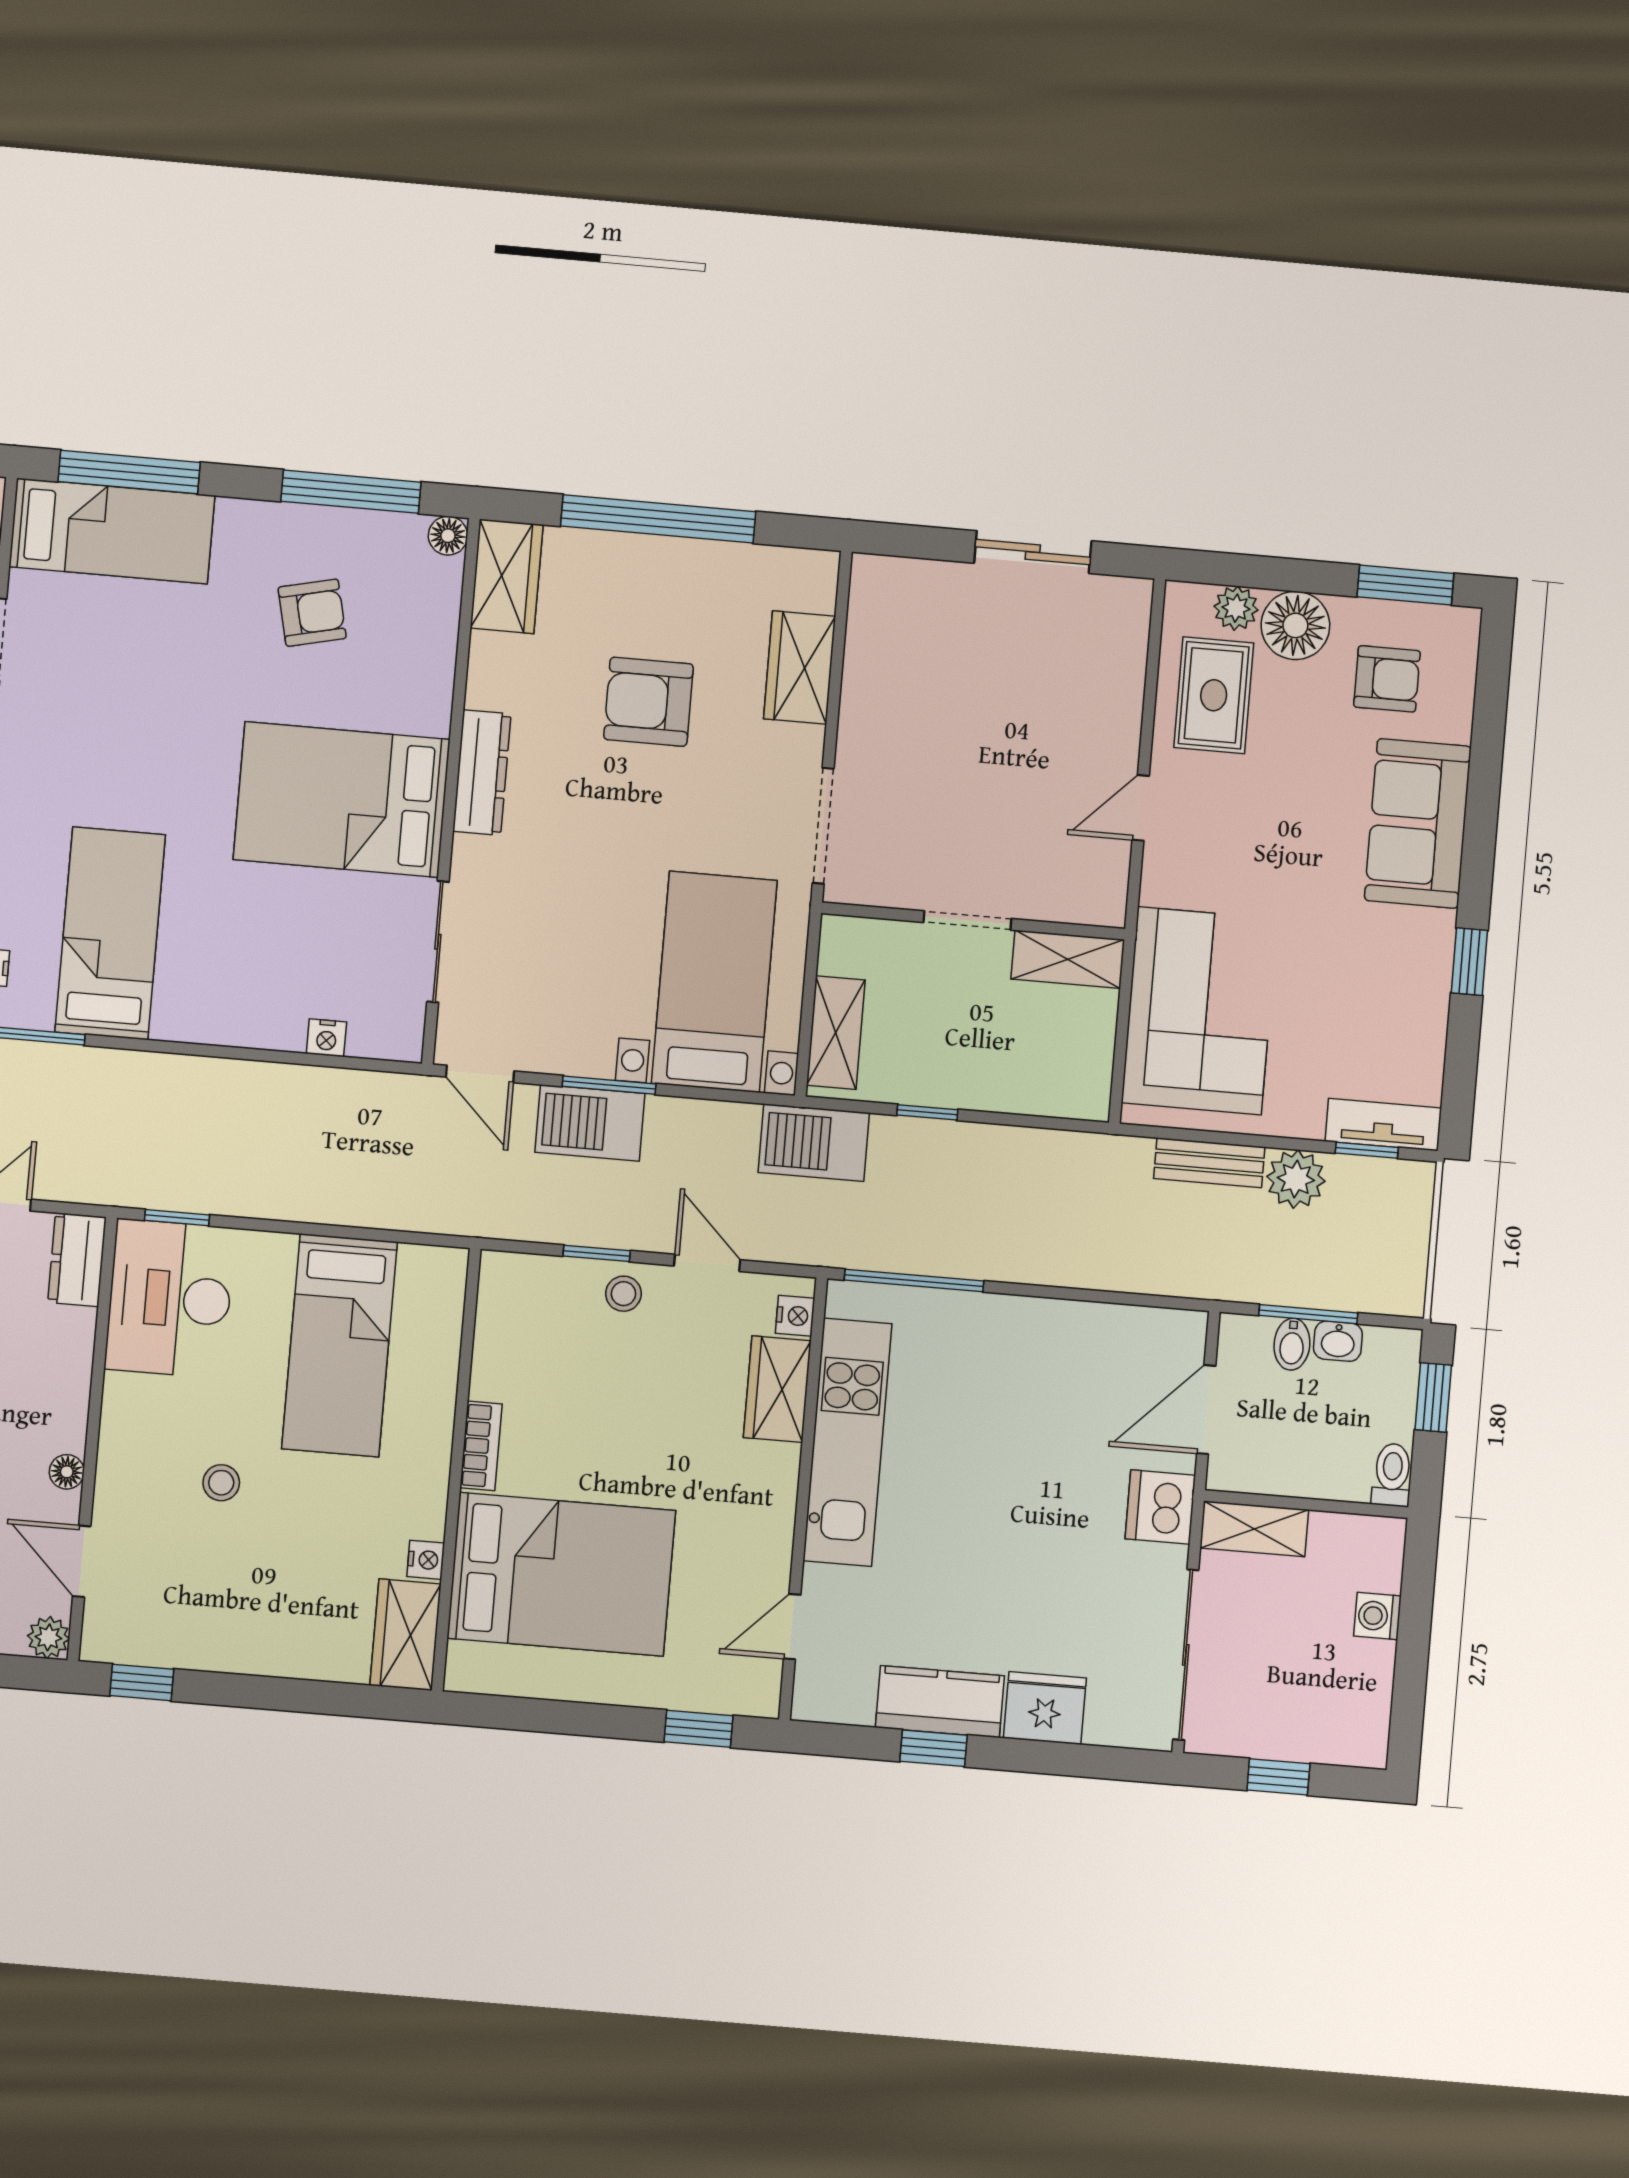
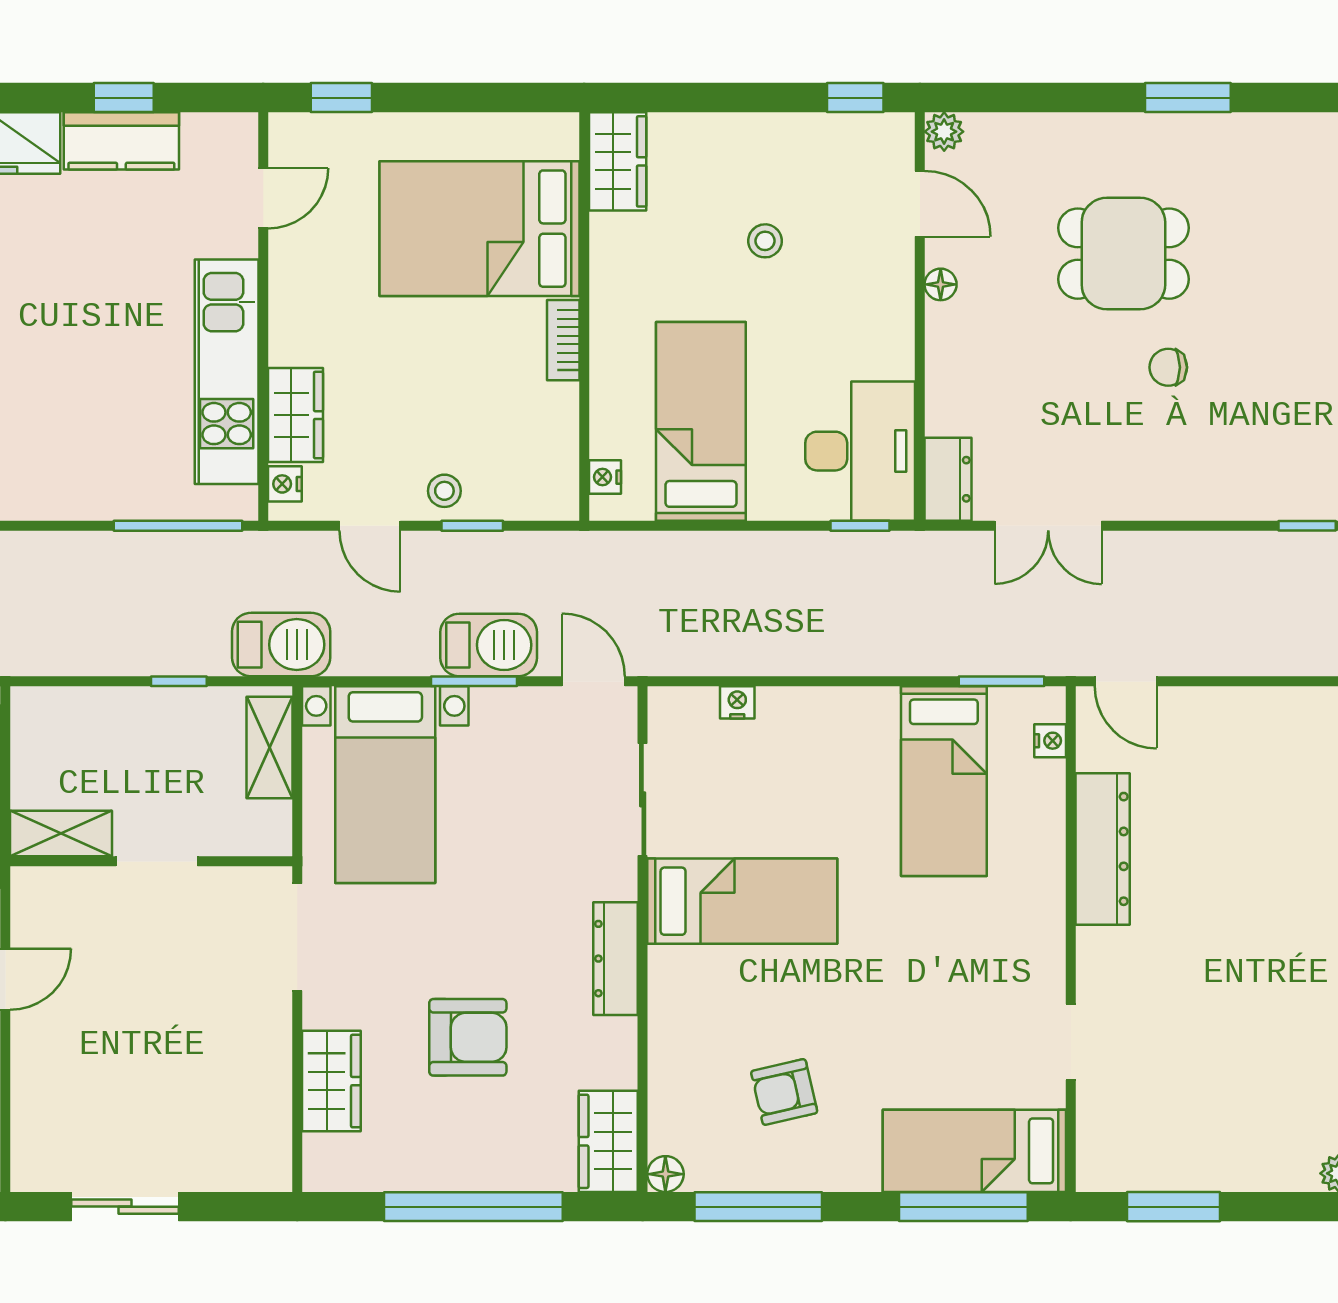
bed: (342, 800) -> (742, 901), width x0.67
stool: (221, 1483) -> (765, 241), moved
nightstand: (426, 1560) -> (605, 477), moved

